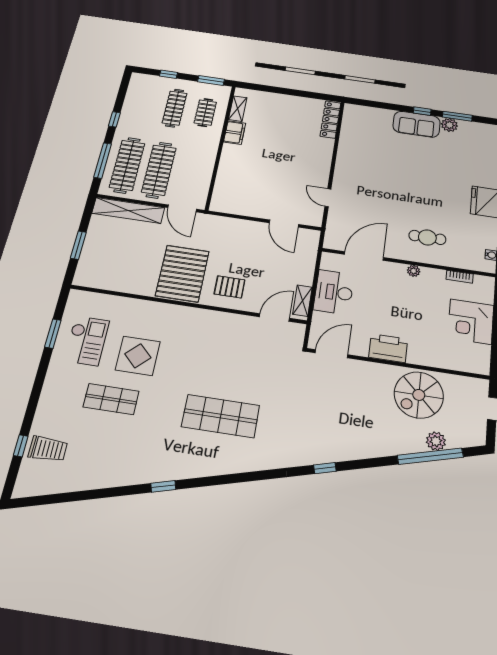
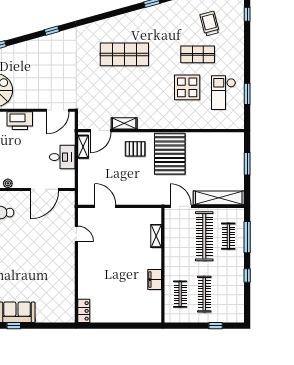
window: (211, 80) -> (182, 326), removed
shelving: (238, 109) -> (156, 236), moved
locker: (330, 120) -> (84, 311), width x0.66
clothes rail: (127, 165) -> (228, 236), width x0.54, depth x0.76
desk: (334, 292) -> (62, 157), width x0.73
shelving: (239, 322) -> (124, 123), added
trolley: (48, 449) -> (210, 23), moved, turned 75

